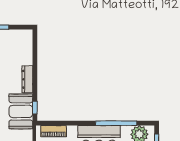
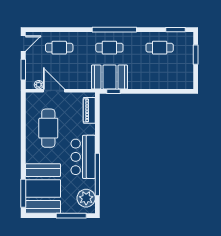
dresser: (27, 79) -> (142, 84), removed

